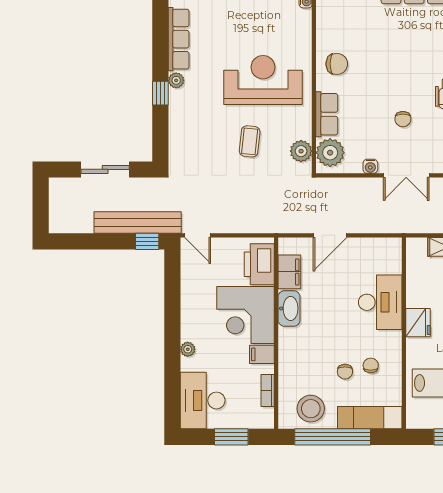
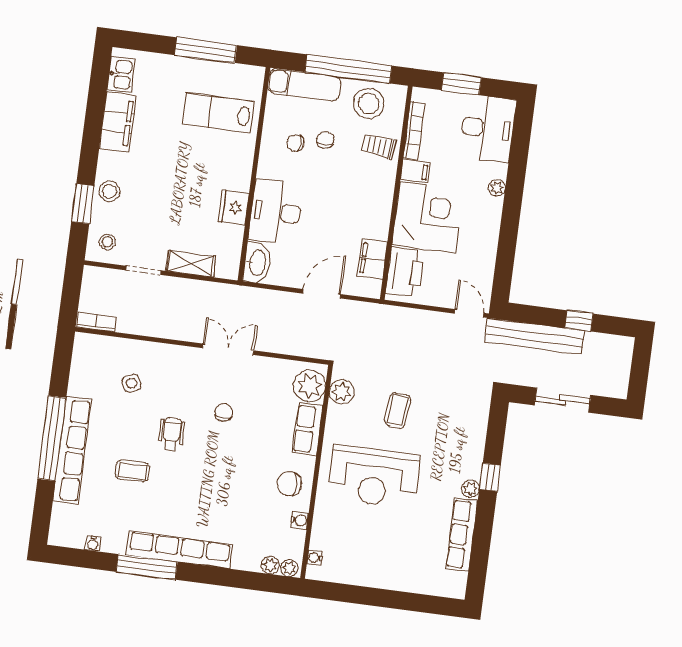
water cooler: (370, 166) -> (300, 520), moved, turned 90
window: (147, 241) -> (579, 321), moved
washbasin: (289, 308) -> (257, 263), moved, turned 180
fridge: (418, 323) -> (233, 207), moved
chair: (371, 365) -> (296, 143), turned 90
trolley: (297, 372) -> (379, 146), added
bookcase: (268, 390) -> (414, 130), width x1.56

